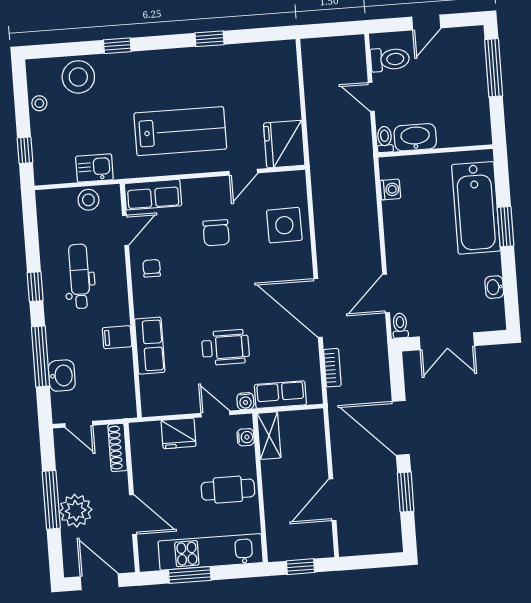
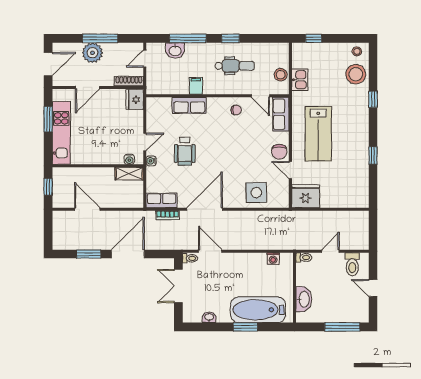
stool: (39, 103) -> (357, 51), moved
washbasin: (415, 137) -> (304, 299), moved
chair: (216, 233) -> (279, 152), moved, turned -90
row of seats: (280, 395) -> (162, 200), moved, turned -90
fridge: (179, 433) -> (135, 100), moved
cafe table: (228, 490) -> (98, 146), removed

